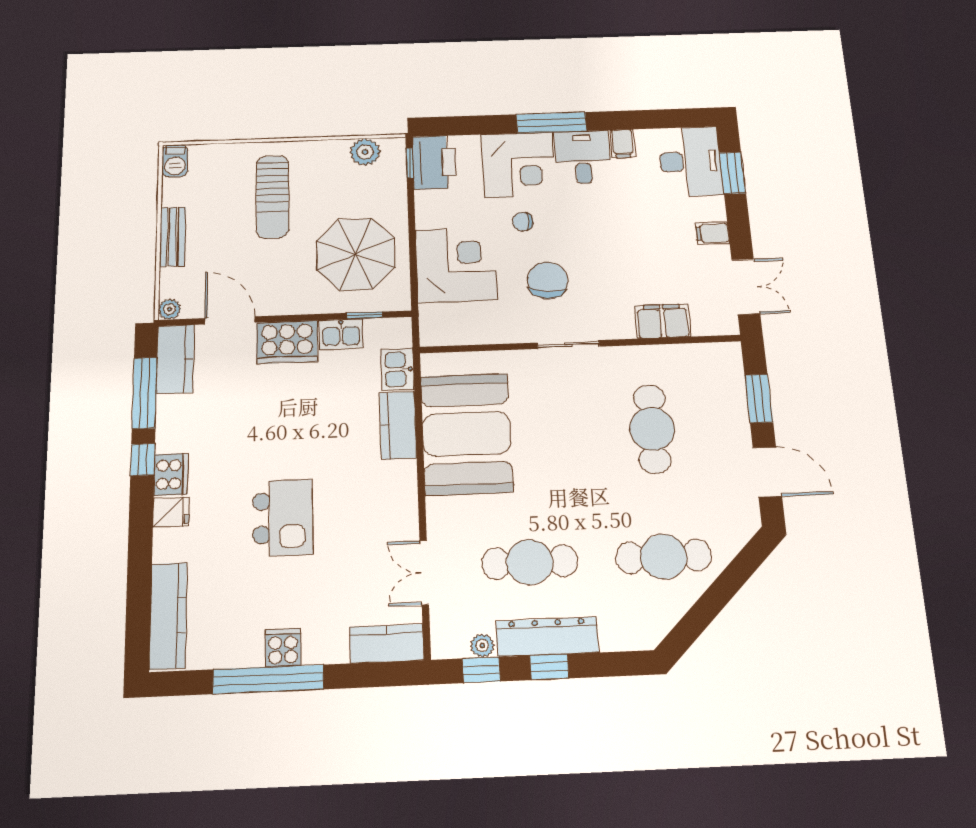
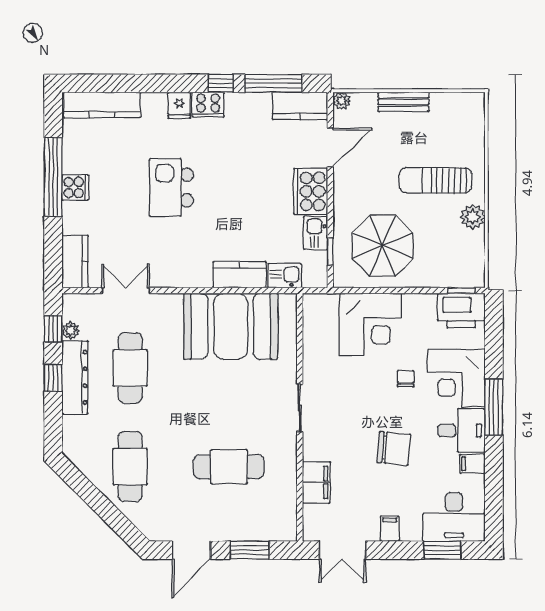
plant: (365, 152) -> (473, 217), moved
barbecue: (175, 161) -> (471, 102), removed
chair: (548, 280) -> (394, 448), moved
kitchen island: (283, 517) -> (171, 187), turned 90

